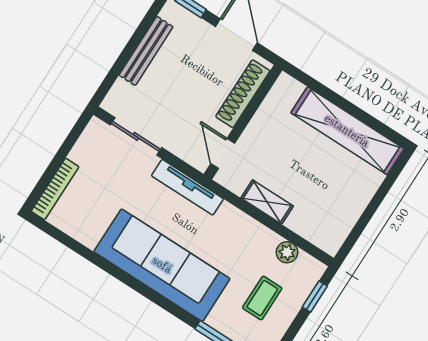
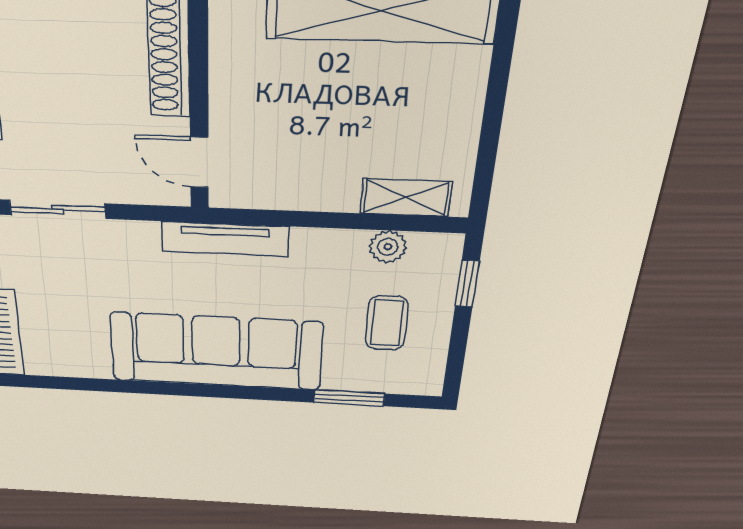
tv unit: (187, 187) -> (225, 239), moved
shelving: (267, 202) -> (406, 198), moved

